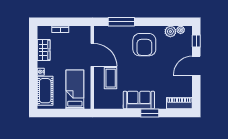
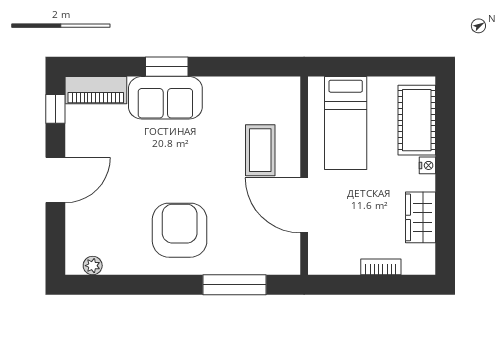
plant: (170, 32) -> (117, 262), removed
window: (196, 41) -> (55, 109), moved
sofa: (139, 100) -> (165, 98), moved

